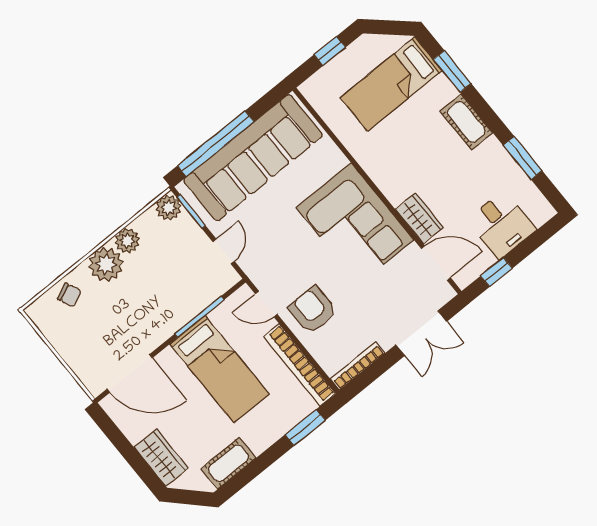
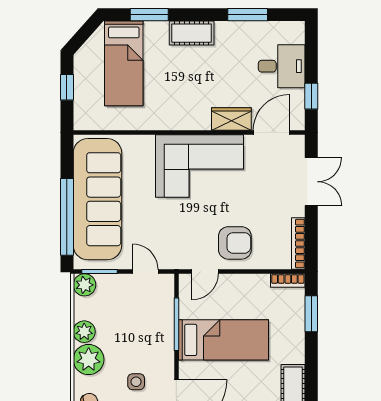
armchair: (313, 310) -> (235, 243), turned 180
side table: (120, 322) -> (136, 382), added
bookcase: (300, 365) -> (288, 281), width x0.43, depth x0.76

